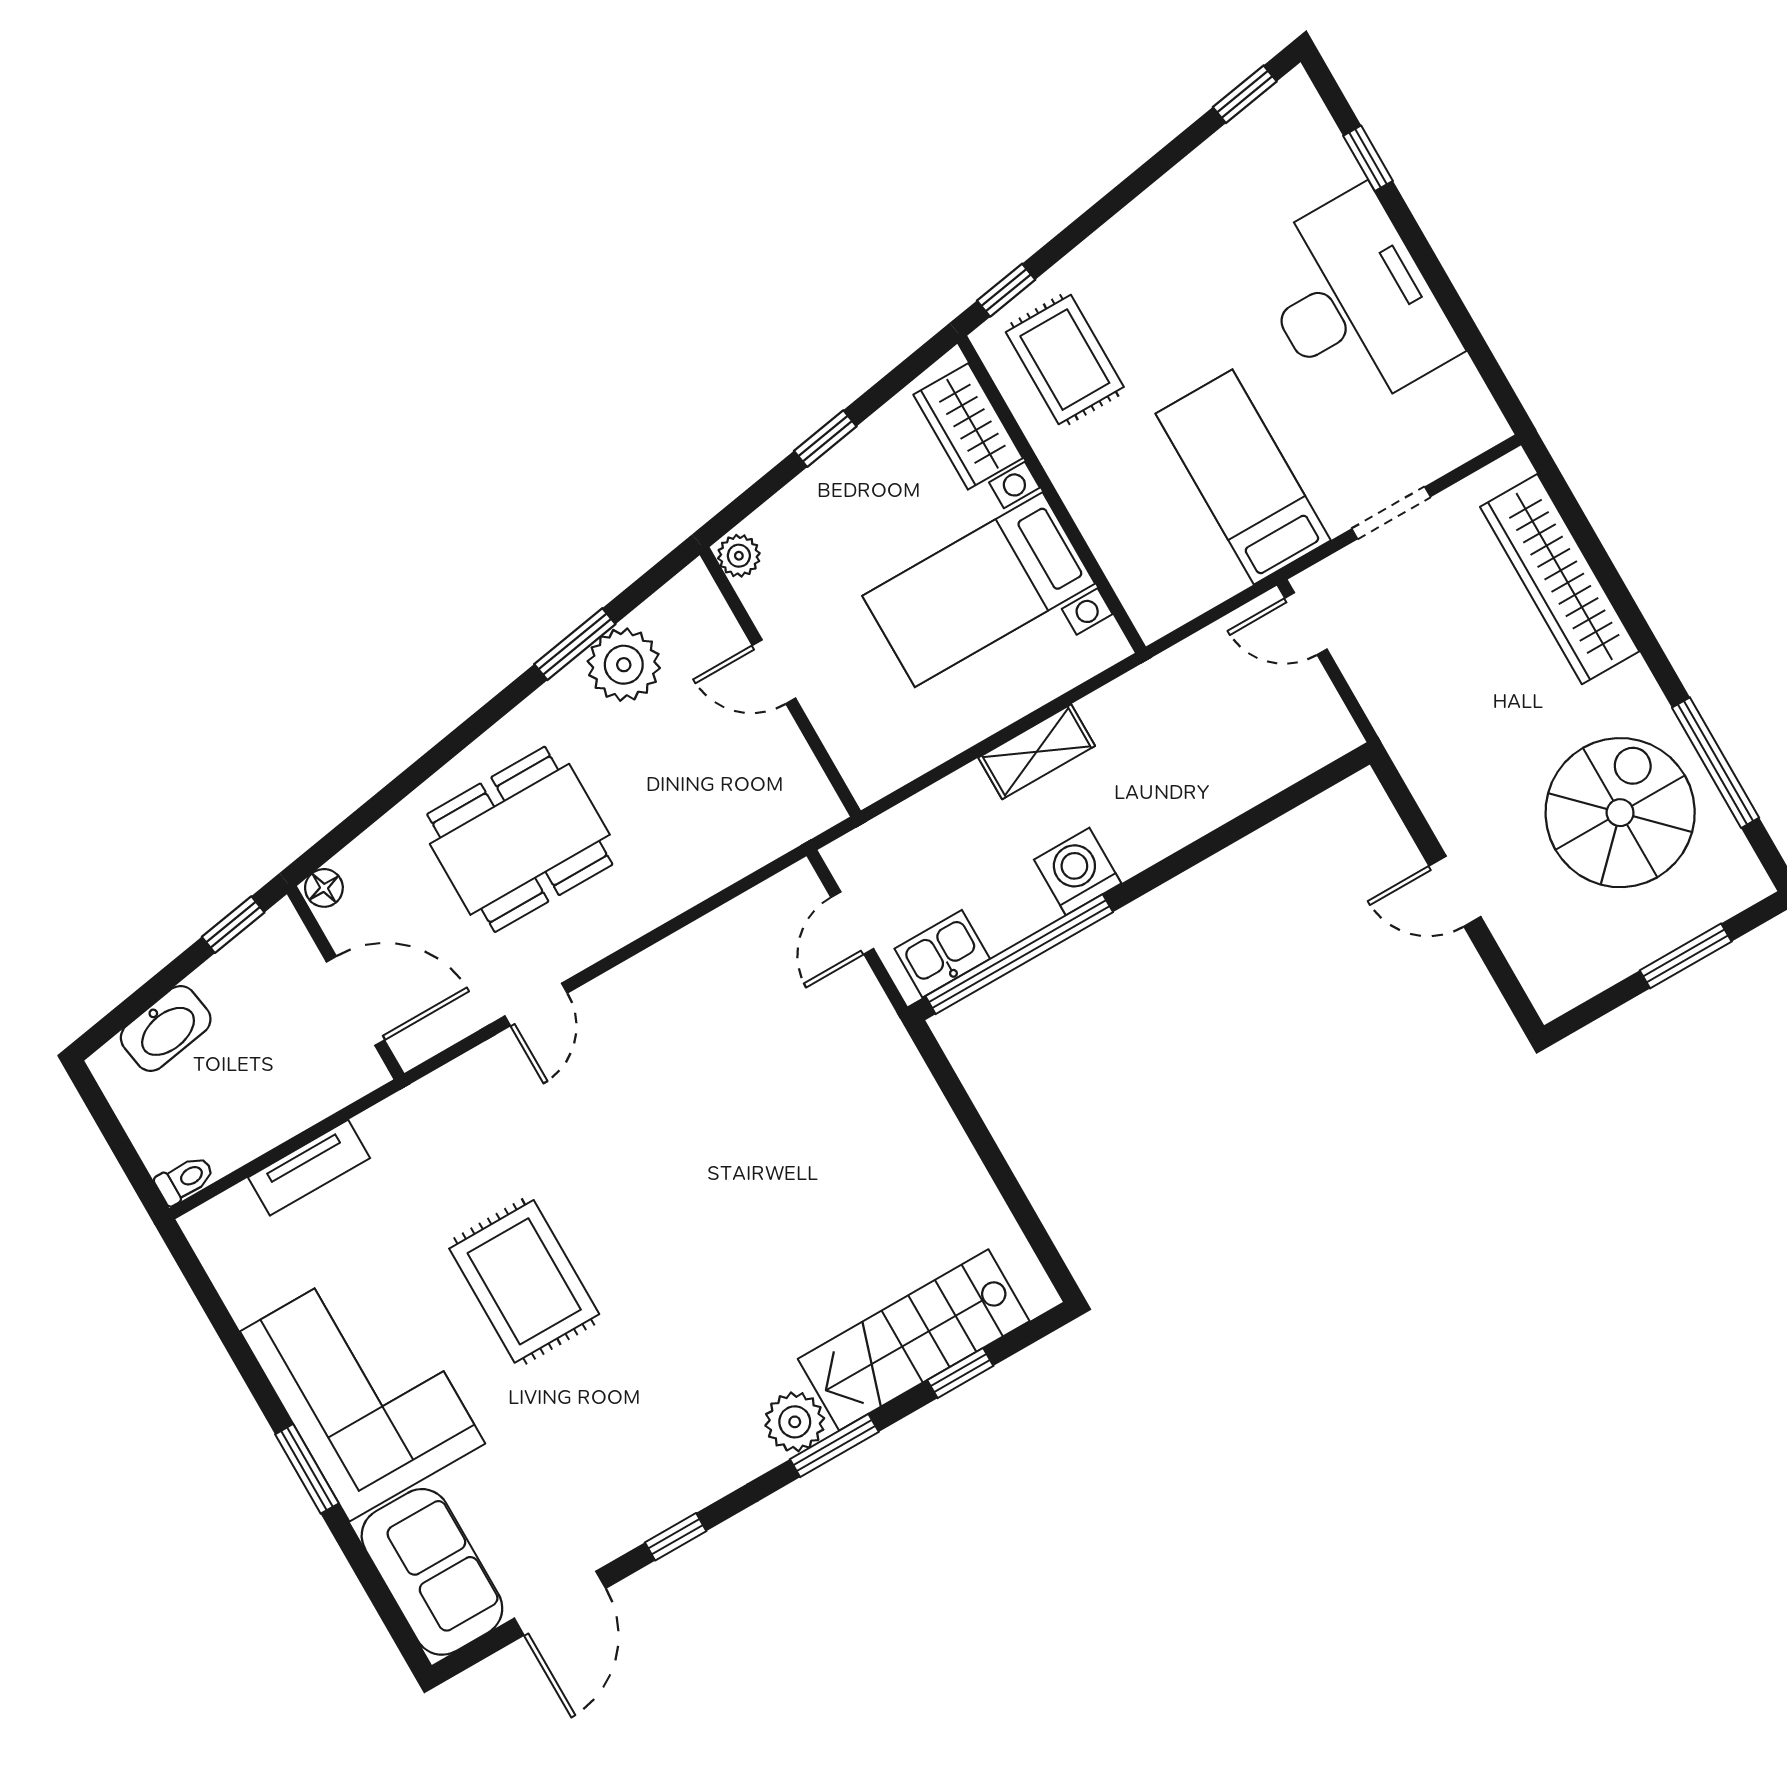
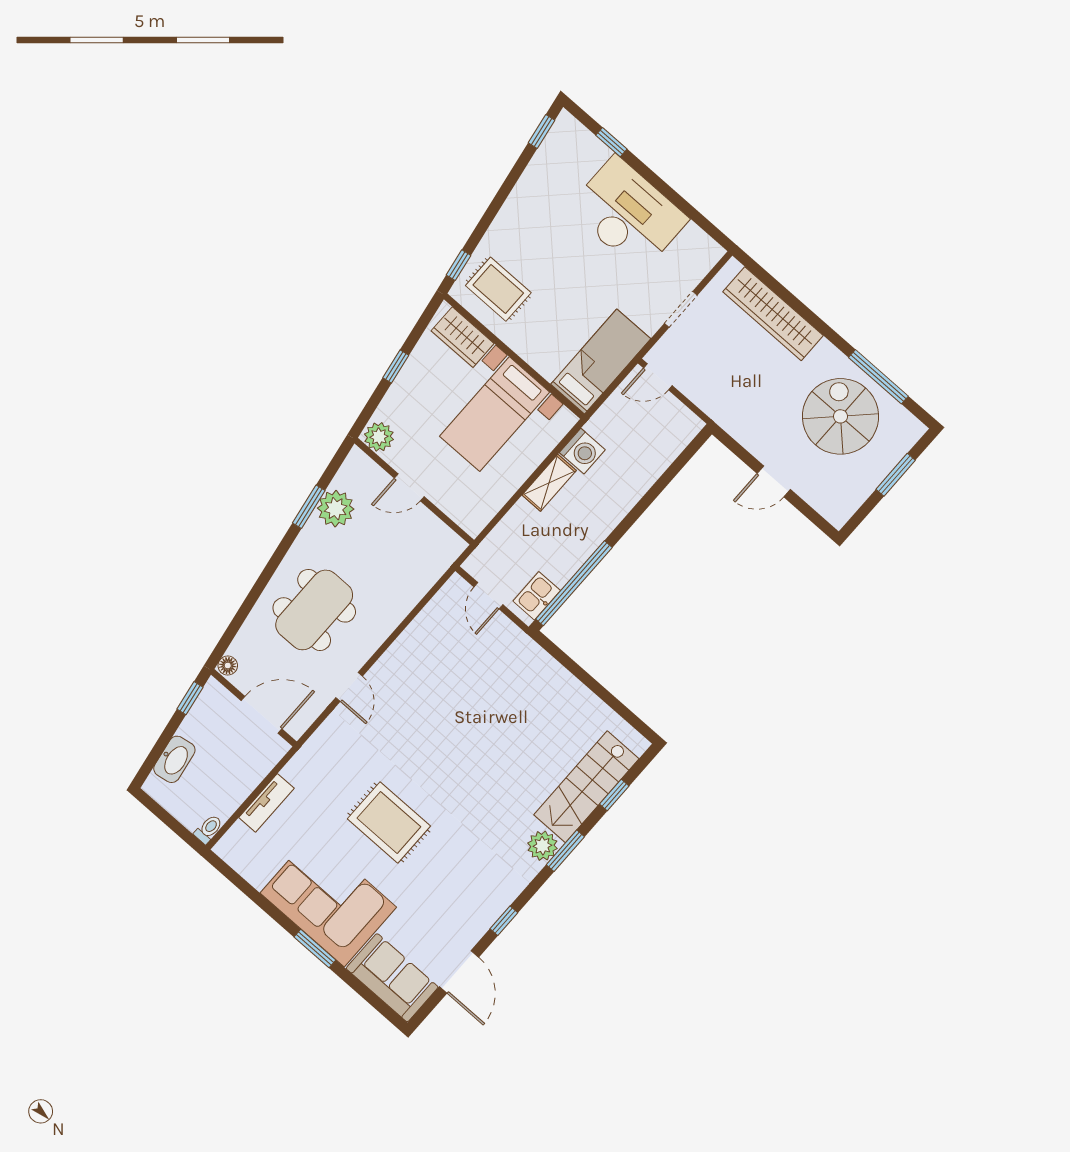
bed: (1243, 477) -> (601, 362), moved, turned 90
plant: (739, 556) -> (379, 437), width x1.38, depth x1.38
washing machine: (1078, 871) -> (582, 451), moved, turned 180

